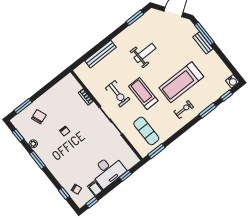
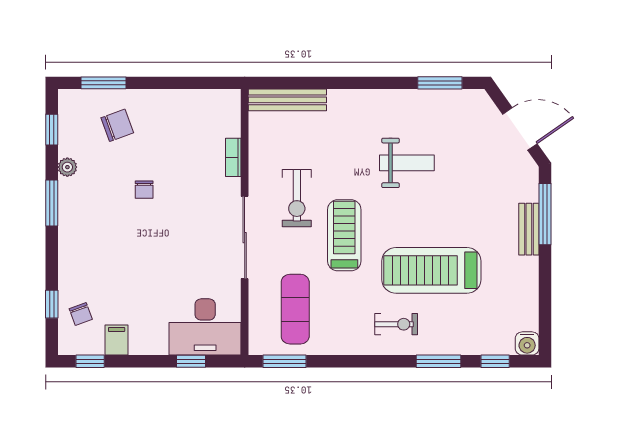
bench: (101, 54) -> (287, 100), moved
desk: (108, 171) -> (205, 327), moved

